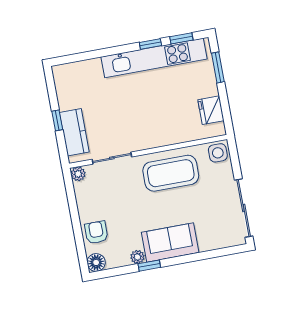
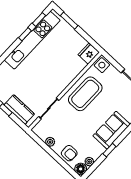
fridge: (211, 110) -> (89, 54), moved, turned 90
plant: (78, 174) -> (50, 142), moved
armchair: (96, 232) -> (69, 153), turned 180
plant: (137, 257) -> (89, 162), moved

